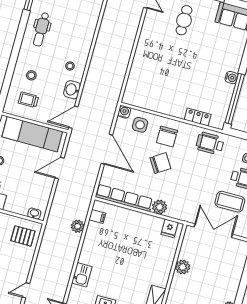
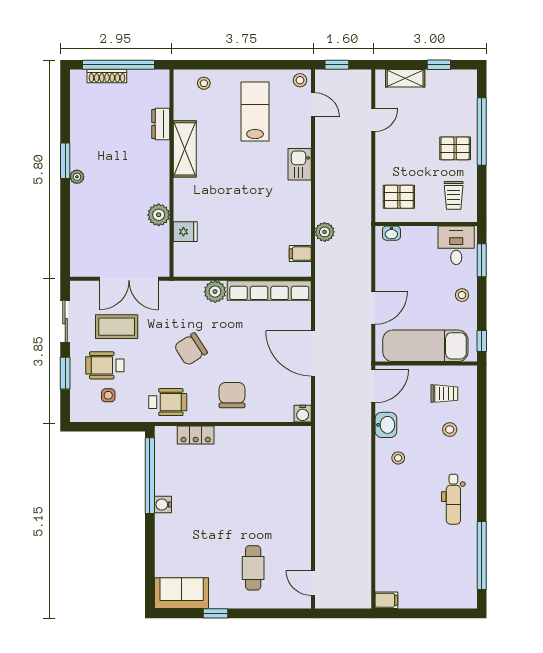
dental chair: (41, 29) -> (453, 499), turned 180
side table: (140, 125) -> (275, 401), removed
chair: (160, 163) -> (191, 349), moved
fridge: (170, 228) -> (185, 232), moved, turned 90

